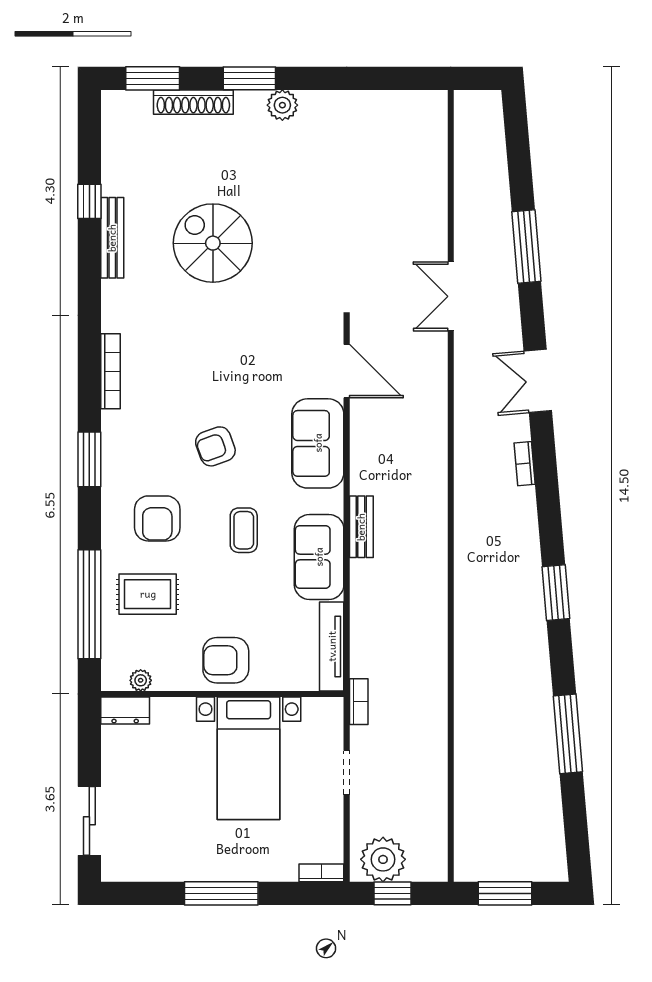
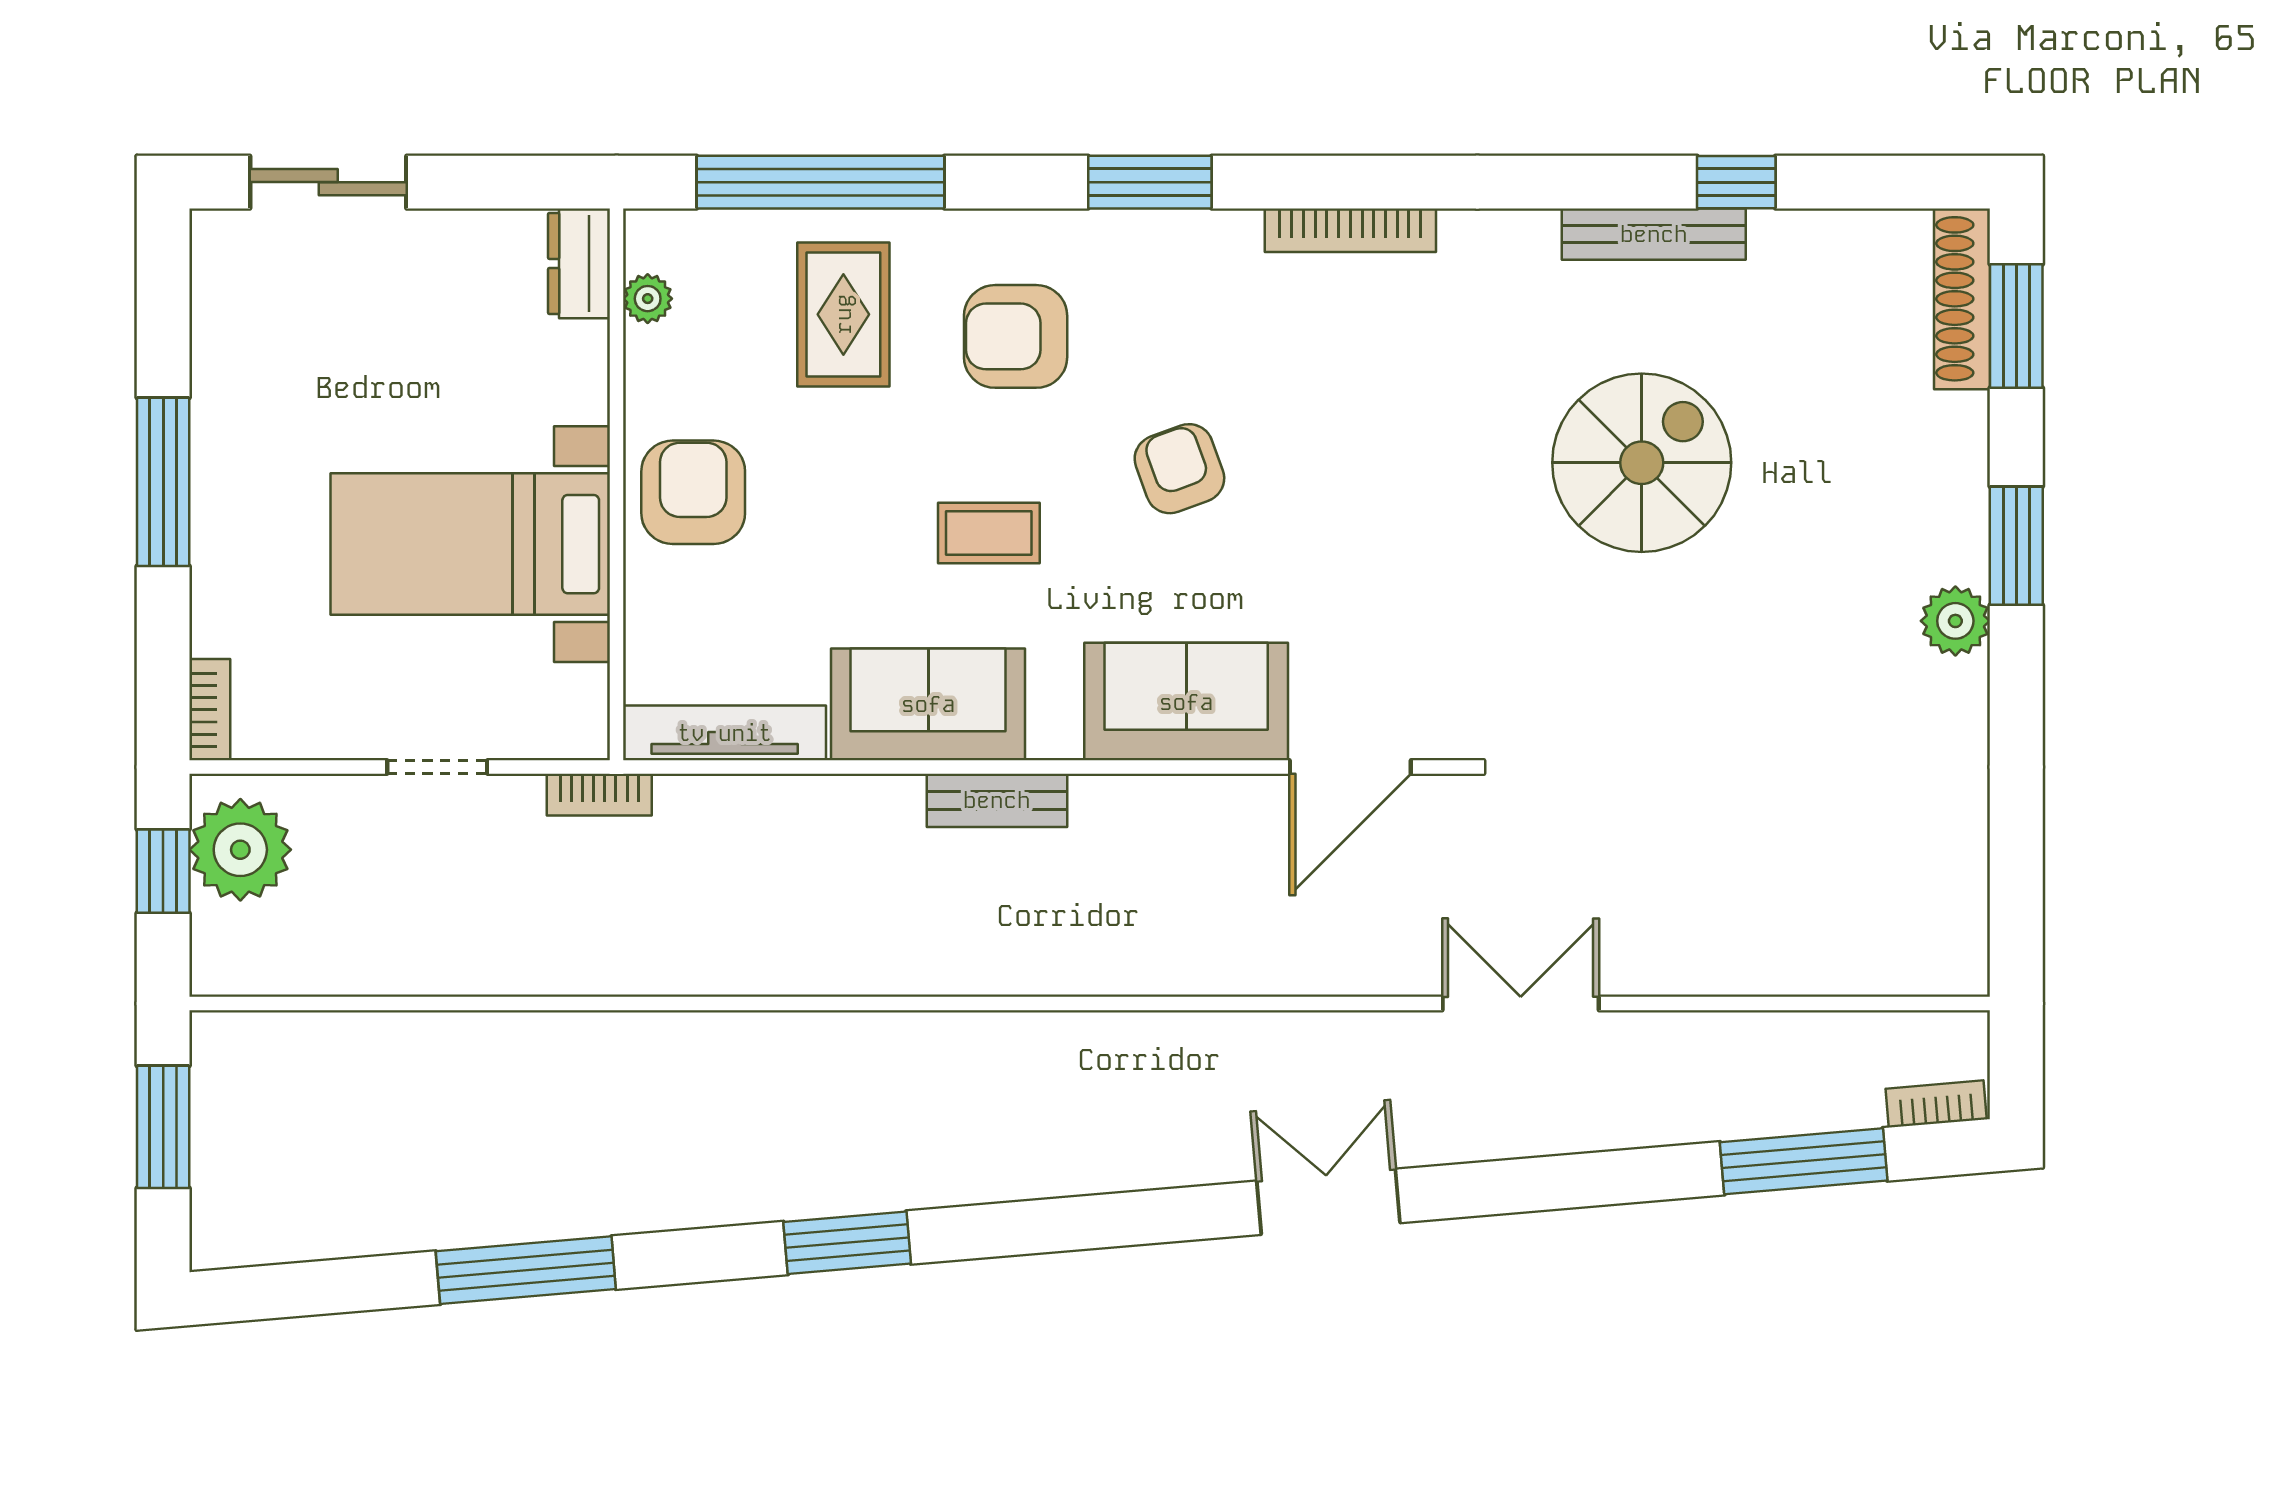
shoe rack: (193, 102) -> (1962, 299), moved
window: (526, 247) -> (1804, 1161), moved
bookcase: (525, 464) -> (1936, 1104), moved

